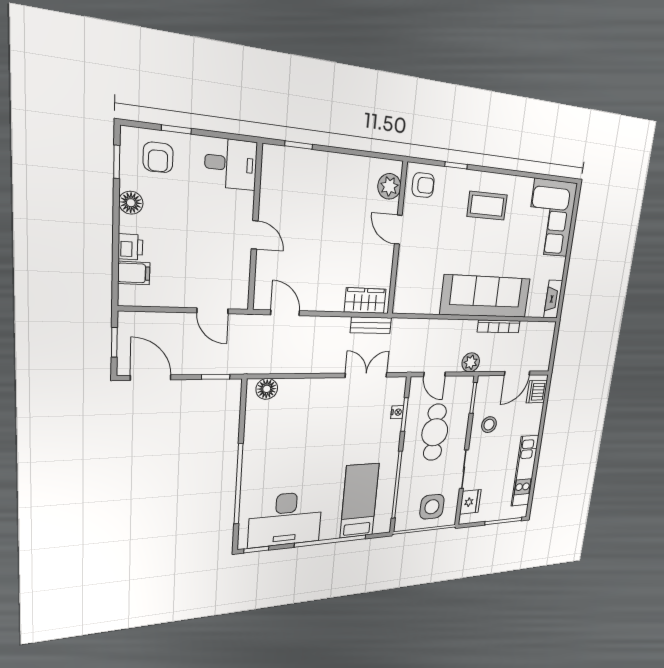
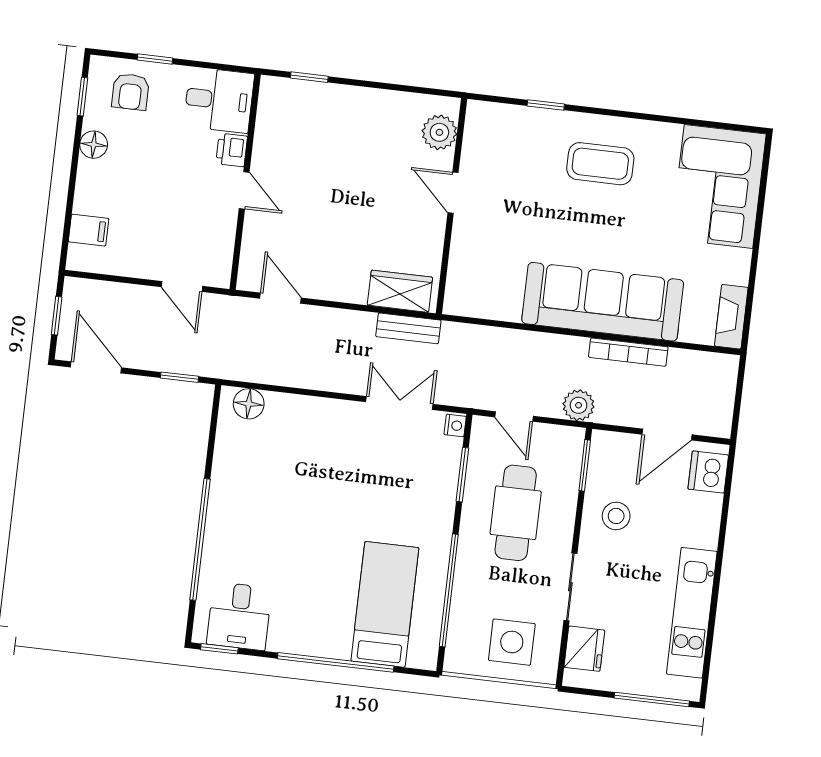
armchair: (423, 185) -> (492, 132), removed
printer: (130, 247) -> (232, 150), moved, turned 180
nightstand: (397, 412) -> (455, 425), moved
desk: (285, 519) -> (239, 616), width x0.53, depth x0.77

